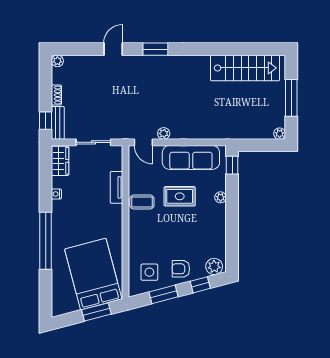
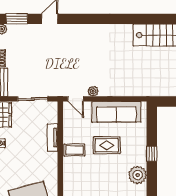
window: (155, 49) -> (17, 19), moved
window: (232, 165) -> (152, 154), moved
plant: (221, 197) -> (138, 175), moved, width x1.88, depth x1.88

